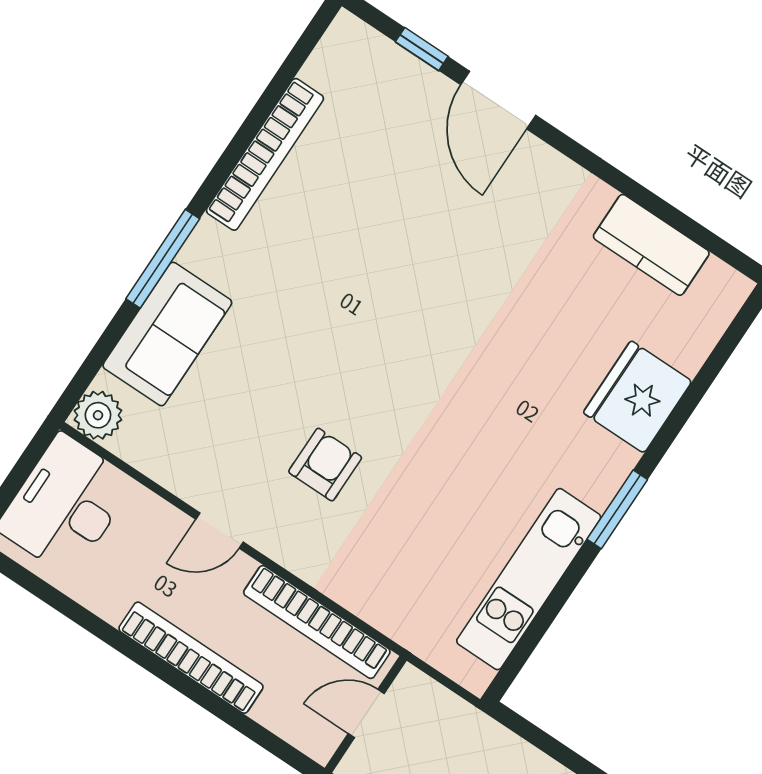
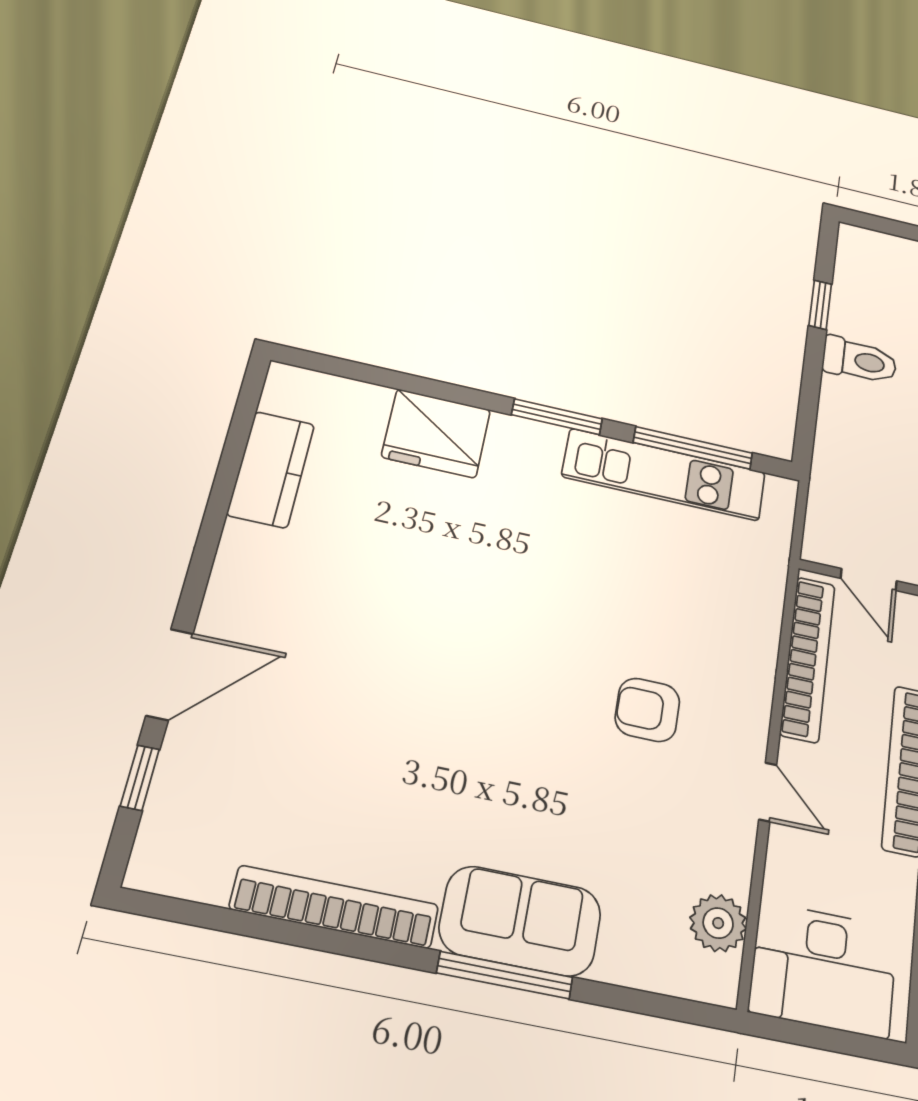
sofa: (167, 334) -> (520, 921), moved
plant: (98, 415) -> (718, 923), moved
window: (545, 617) -> (693, 448), added

